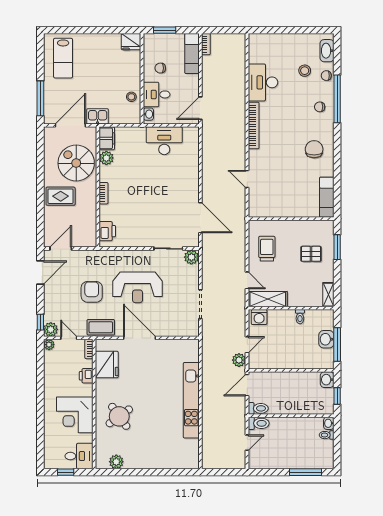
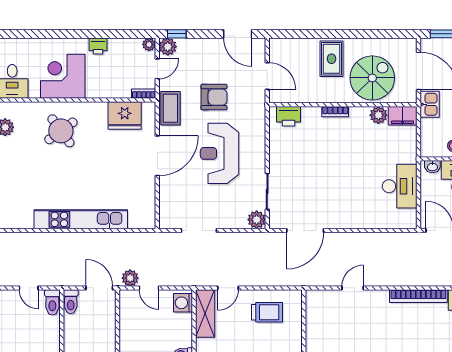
door: (61, 249) -> (267, 76), moved
printer: (86, 376) -> (98, 46), moved, turned 180

